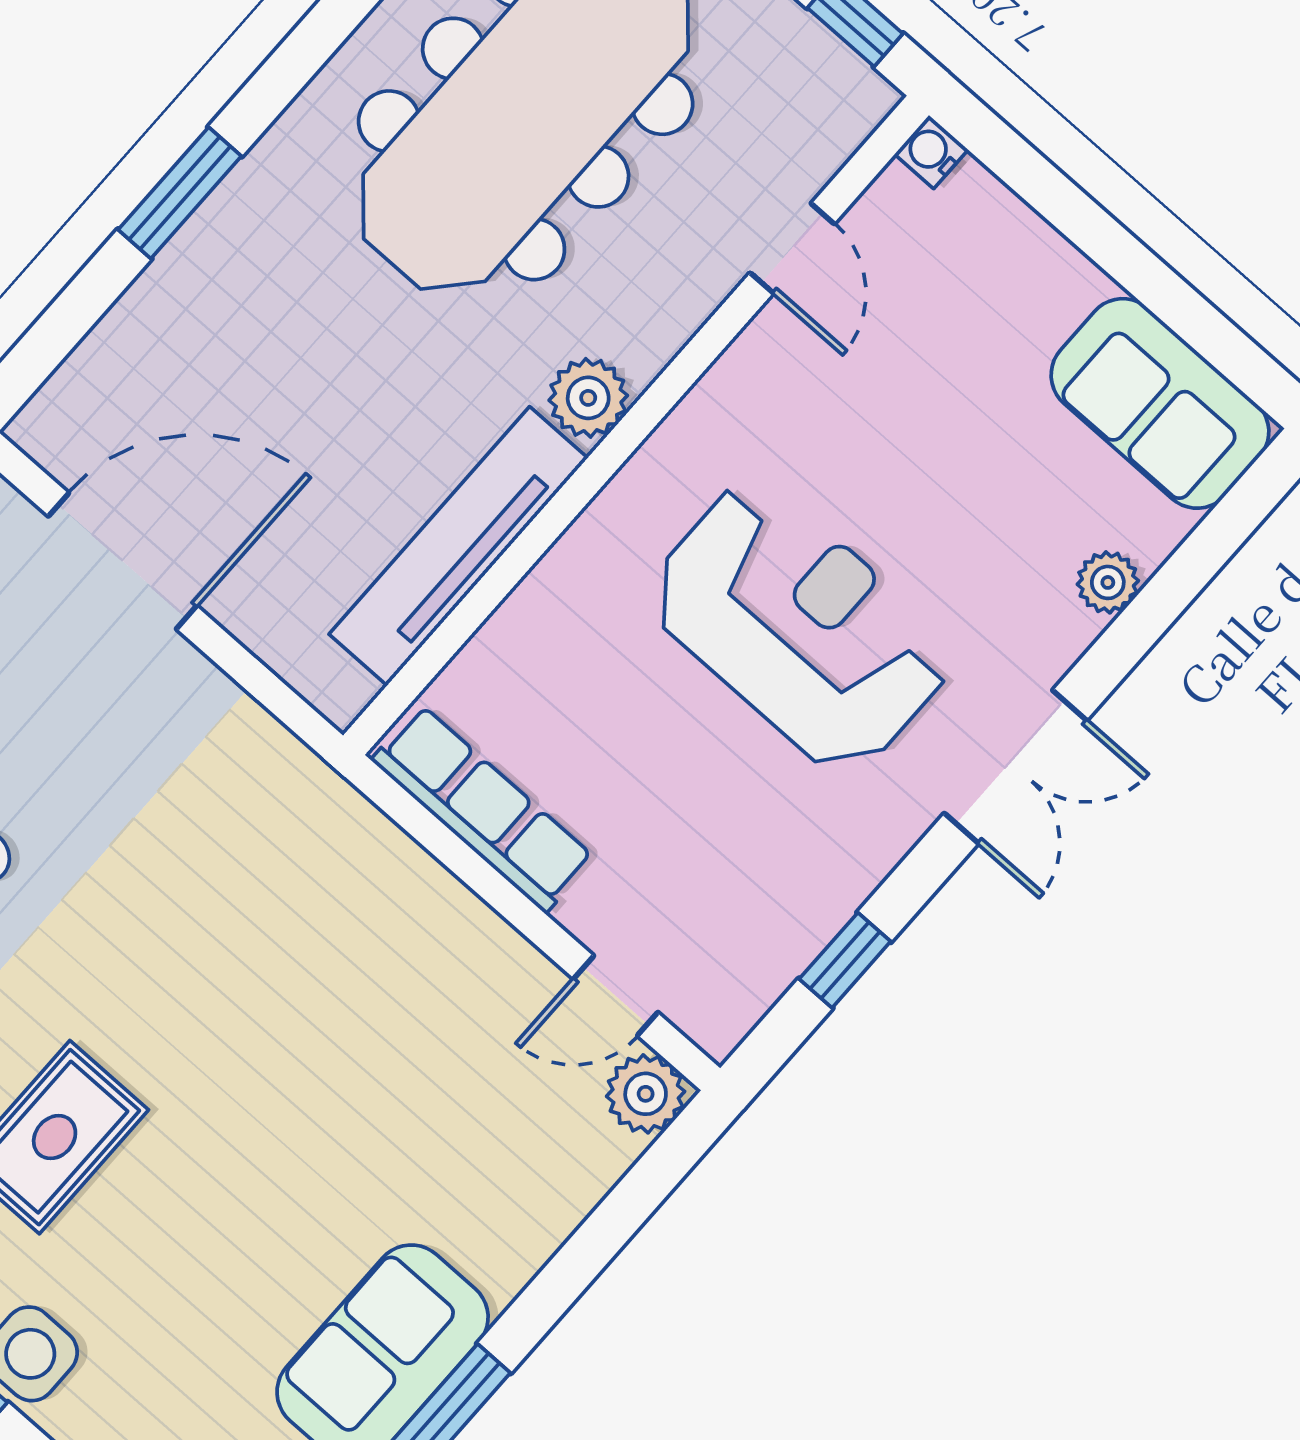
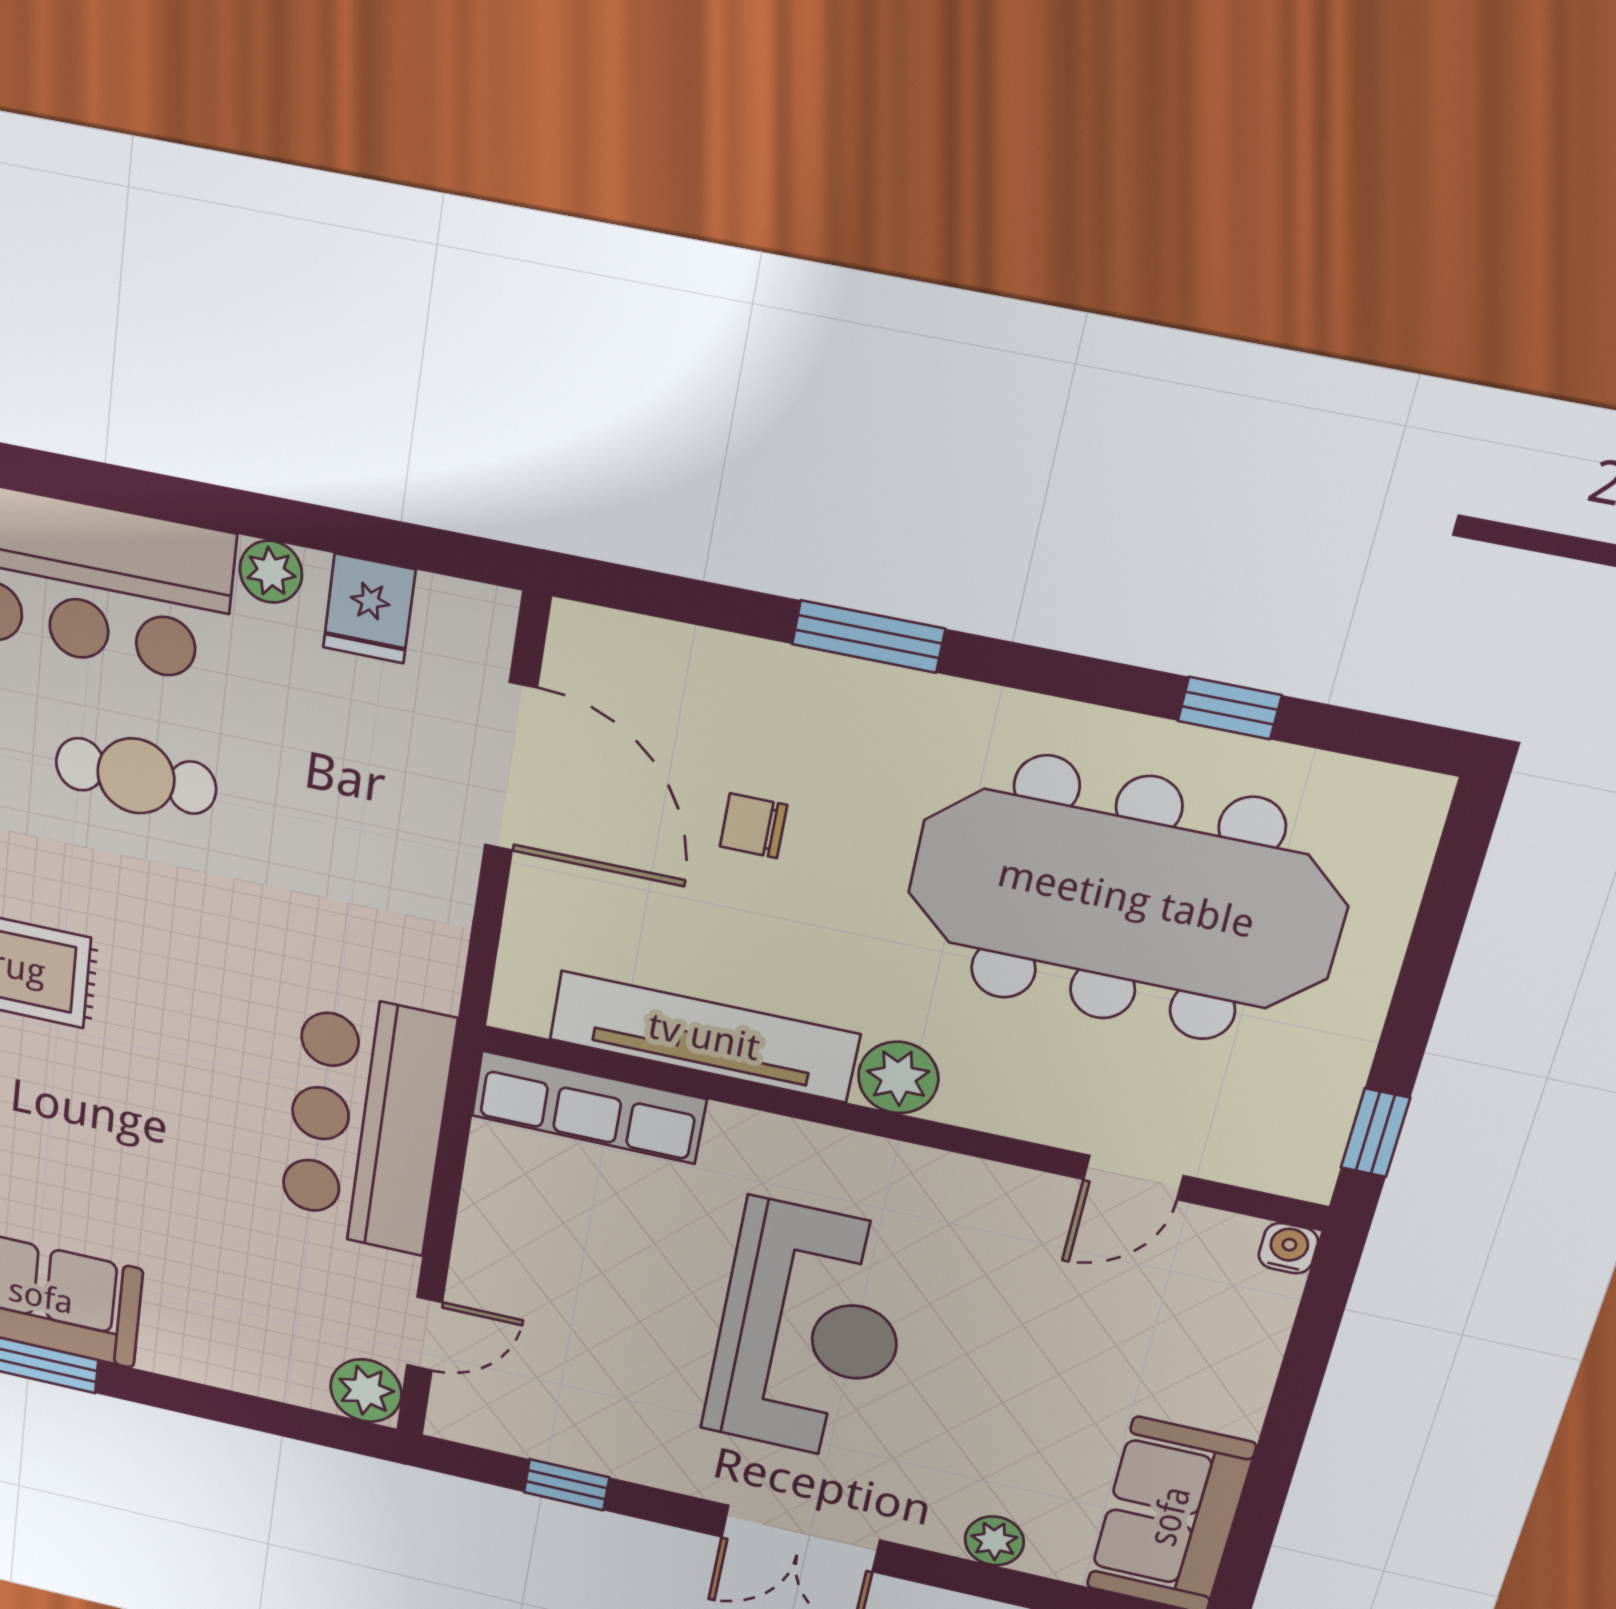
chair: (289, 385) -> (754, 826), added
row of seats: (483, 809) -> (588, 1107), moved, turned 90
bar counter: (377, 910) -> (366, 1123), added
door: (616, 996) -> (425, 1334), swing flipped

